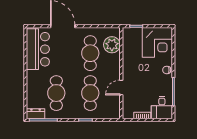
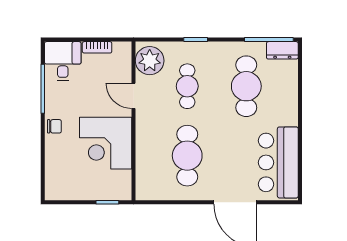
corner desk: (157, 42) -> (106, 143), moved, turned -90
plant: (112, 45) -> (150, 61), moved
door: (121, 88) -> (134, 96), swing flipped
cafe table: (90, 93) -> (187, 86), width x0.73, depth x0.74

